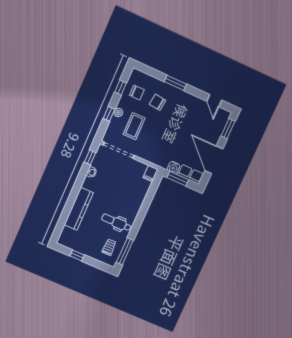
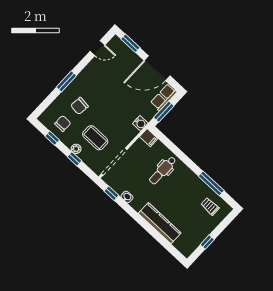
water cooler: (173, 167) -> (140, 123), moved
dental chair: (116, 222) -> (163, 170), moved
window: (125, 251) -> (211, 183), moved

